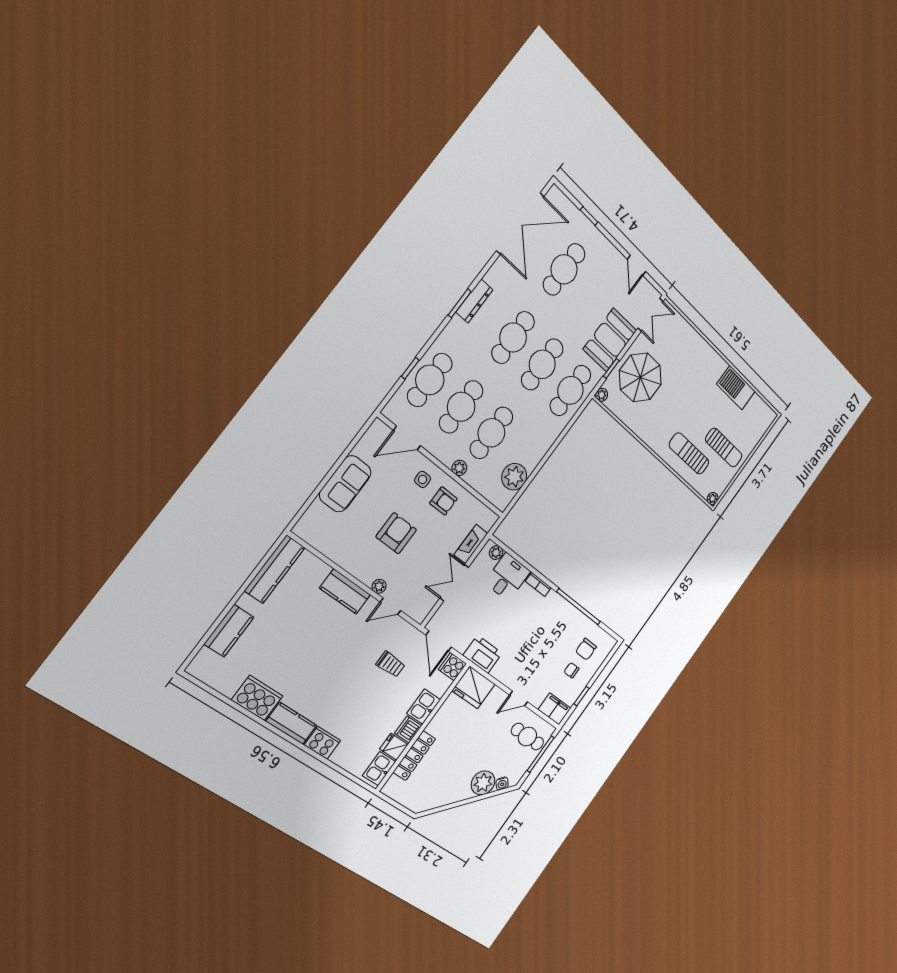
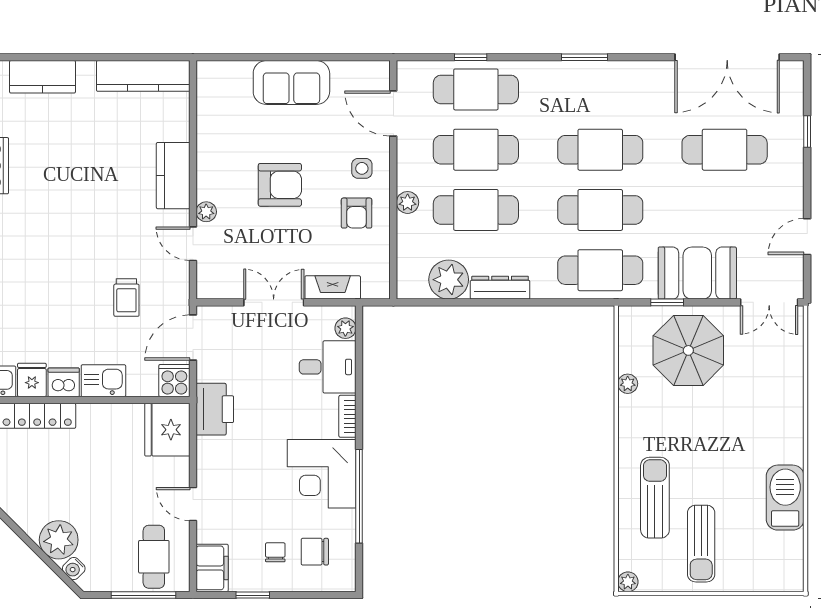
dresser: (474, 301) -> (500, 288), moved, turned 180
plant: (602, 395) -> (628, 384), moved
corner desk: (554, 619) -> (322, 474), added

